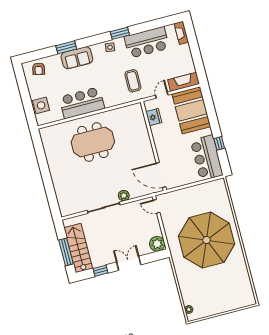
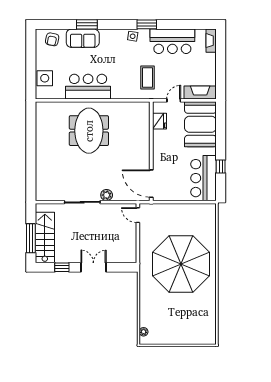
sofa: (77, 58) -> (83, 38), moved
meeting table: (93, 142) -> (89, 131), turned 90
plant: (157, 244) -> (128, 255), removed

